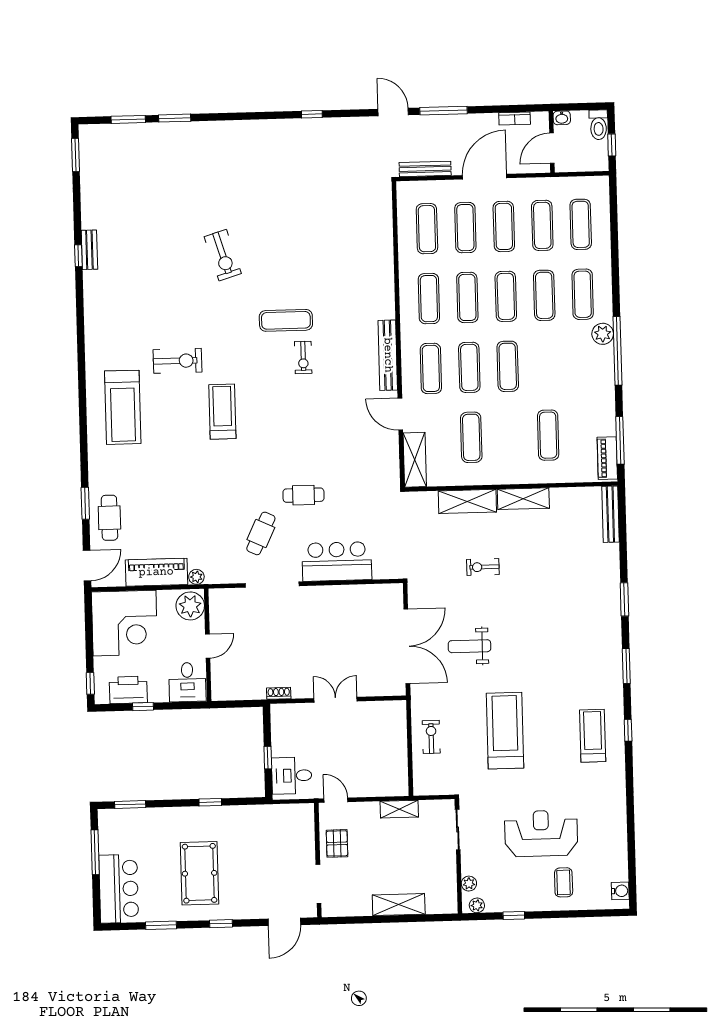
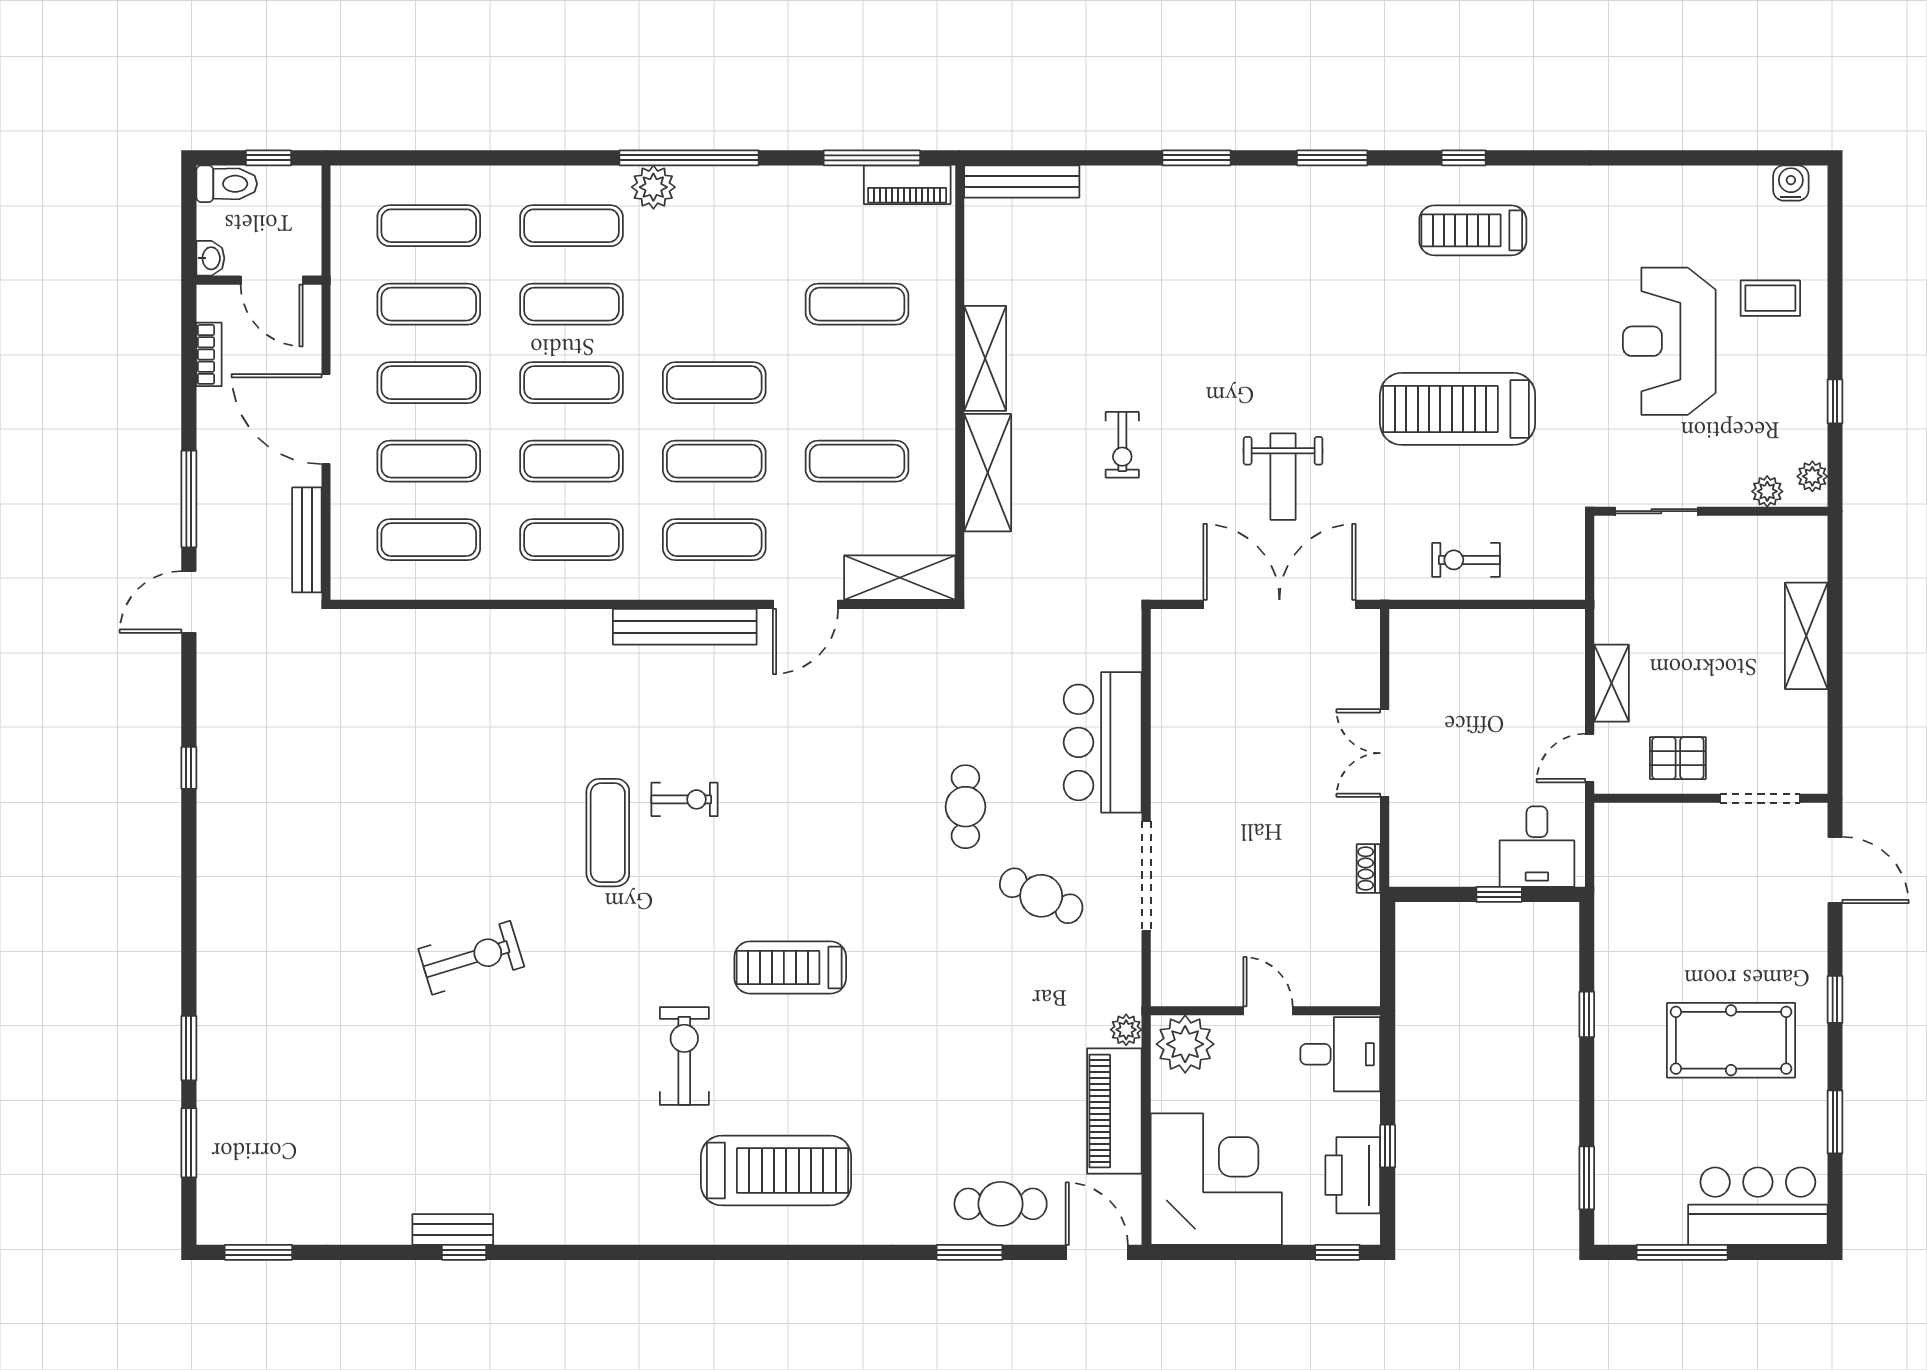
shelving: (399, 809) -> (1611, 683), moved

